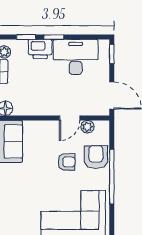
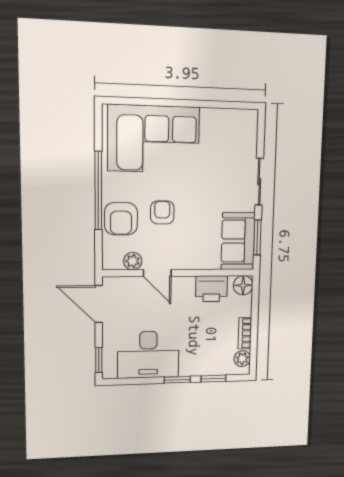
printer: (40, 49) -> (211, 289), moved, turned 180
door: (70, 118) -> (157, 273), swing flipped
armchair: (67, 162) -> (162, 212), turned 90

